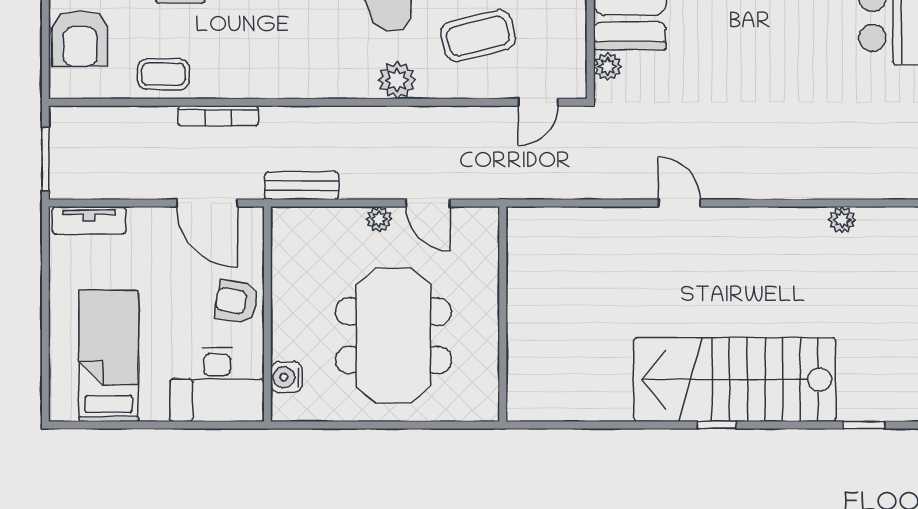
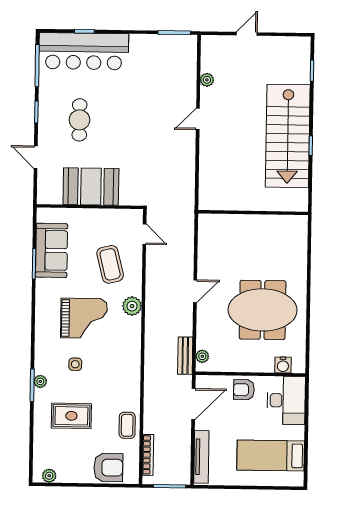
plant: (608, 67) -> (127, 198), removed
bookcase: (218, 116) -> (148, 455), moved
door: (679, 203) -> (198, 119), moved
plant: (379, 219) -> (202, 356), moved
tv unit: (89, 220) -> (201, 457), width x1.41
armchair: (237, 302) -> (244, 390), turned 81
wall: (503, 314) -> (253, 213), moved

